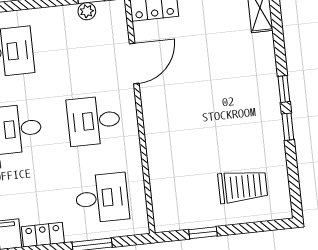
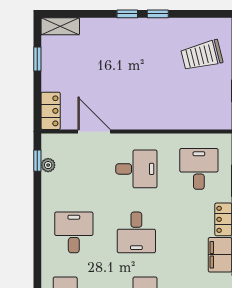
desk: (94, 121) -> (136, 169), turned -90
trolley: (243, 186) -> (202, 55), turned -104

